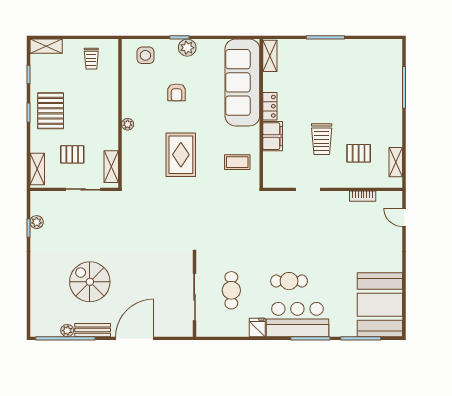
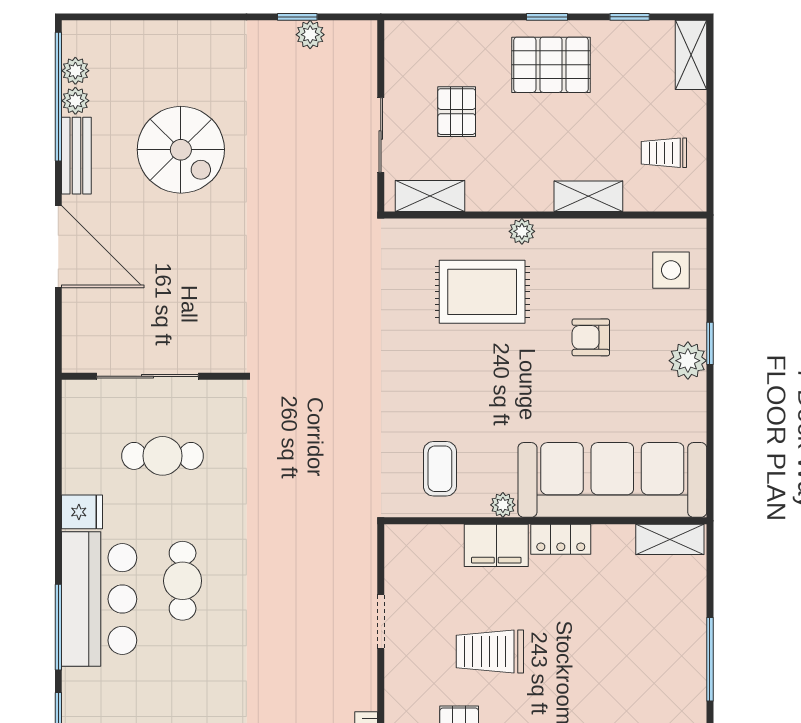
plant: (254, 133) -> (503, 505), added
rug: (181, 155) -> (482, 292), moved
shelving: (37, 169) -> (588, 196), moved
spiral stairs: (90, 282) -> (181, 150), turned 90
plant: (53, 331) -> (75, 71), added

